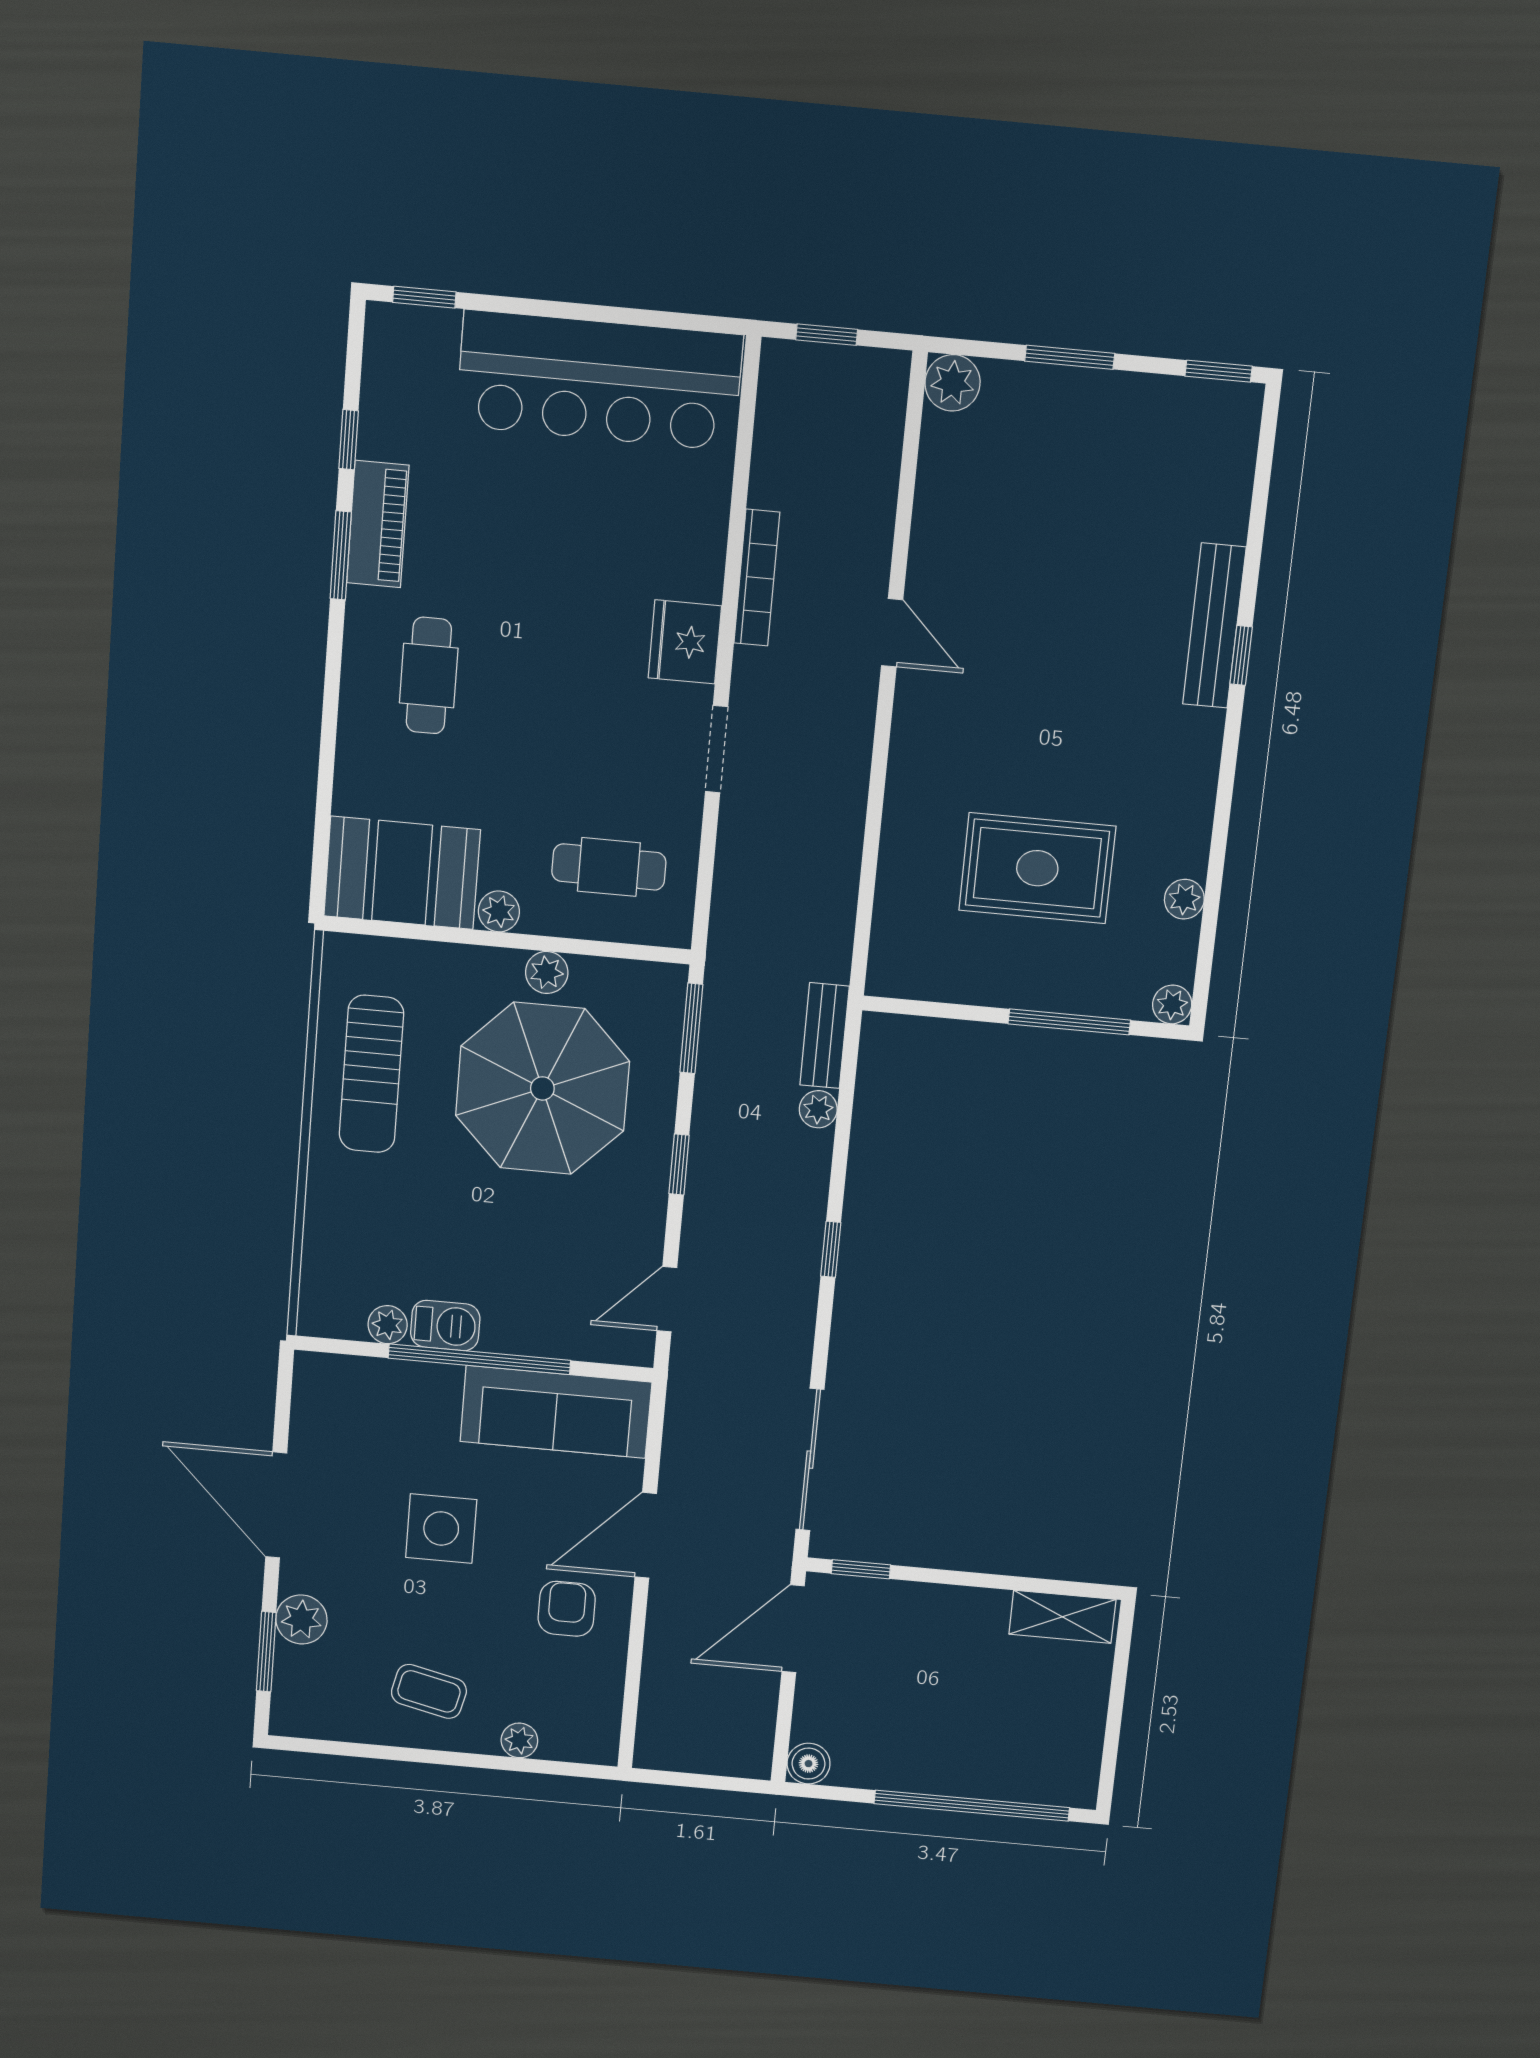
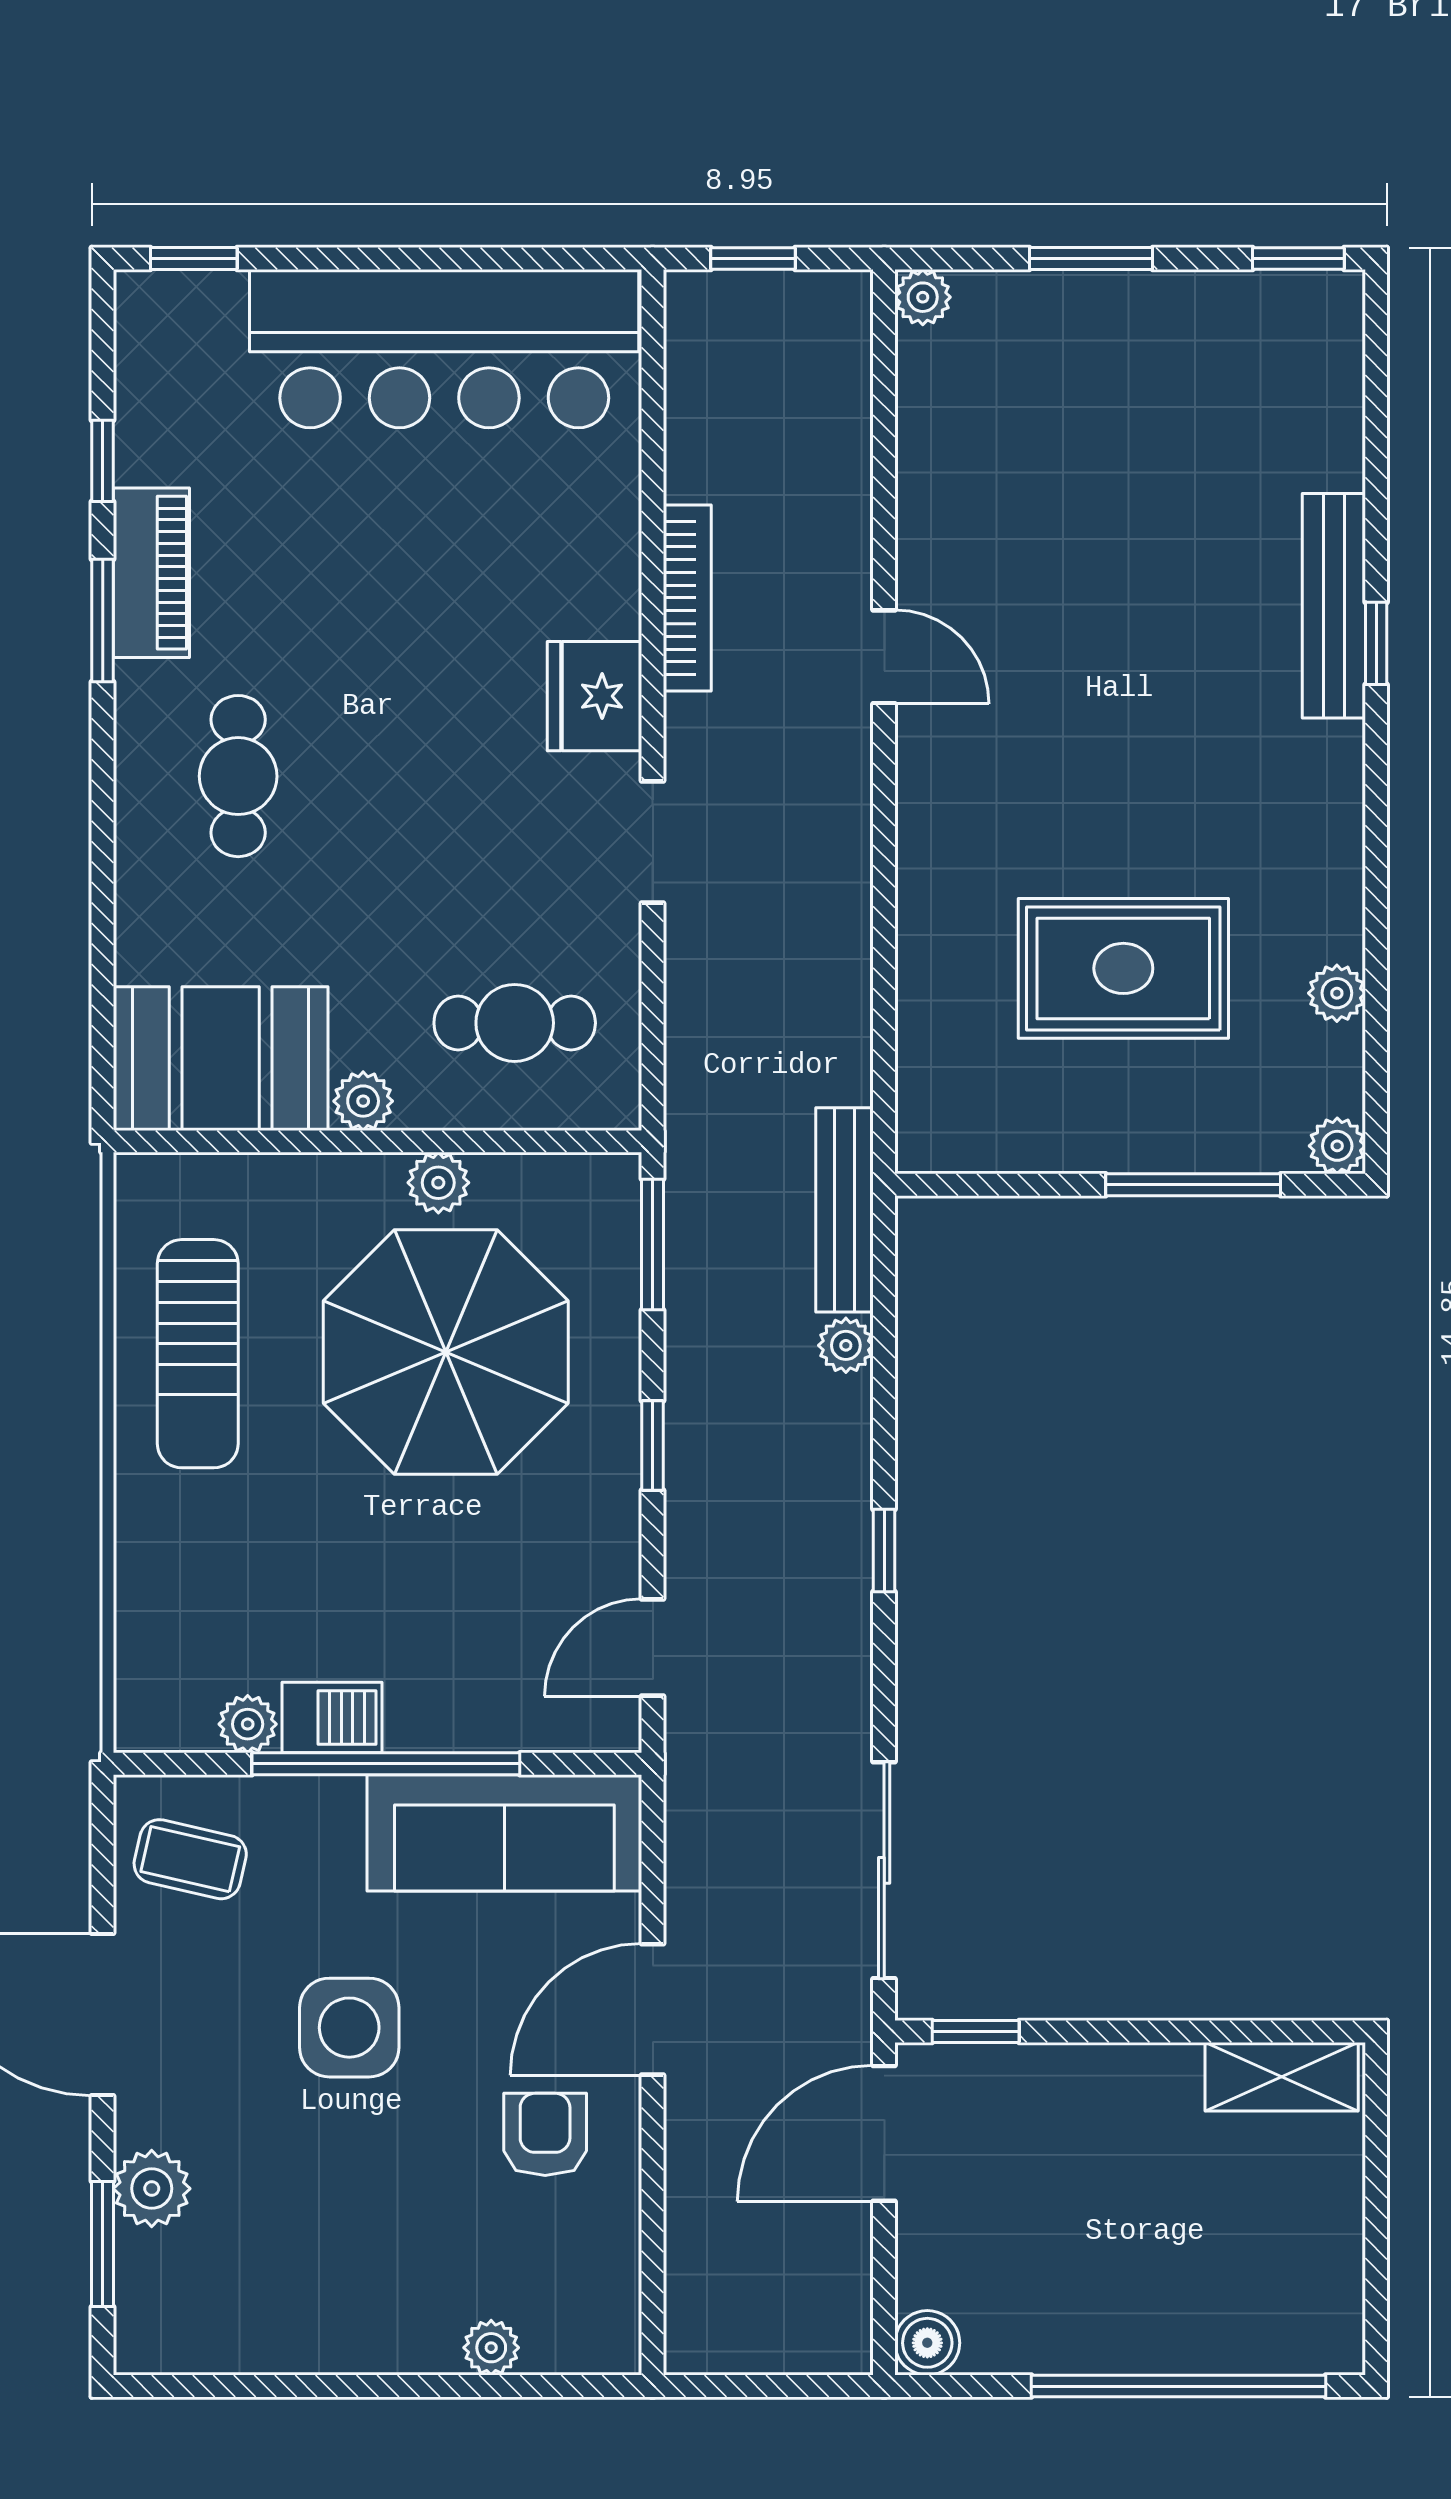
plant: (953, 383) -> (923, 297), width x0.73, depth x0.73
bench: (825, 1036) -> (845, 1210), width x1.36
coffee table: (429, 1691) -> (190, 1859), moved

